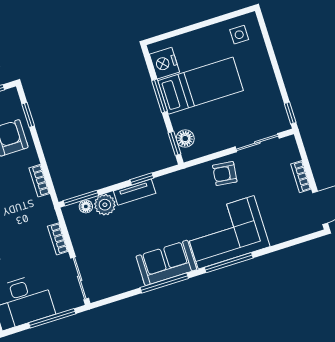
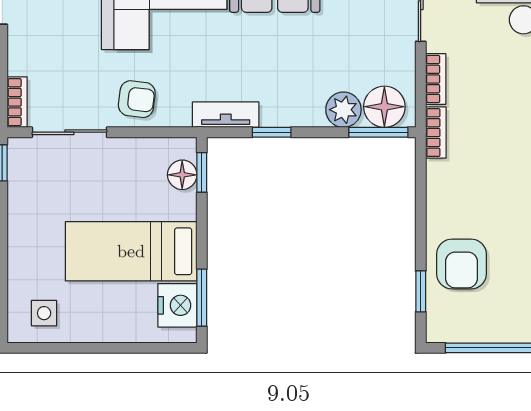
window: (160, 96) -> (202, 298), moved
bookcase: (301, 177) -> (17, 102), moved
bookcase: (39, 181) -> (436, 133), moved
tv unit: (135, 192) -> (226, 115), moved
floor lamp: (86, 206) -> (384, 107), width x1.89, depth x1.89

